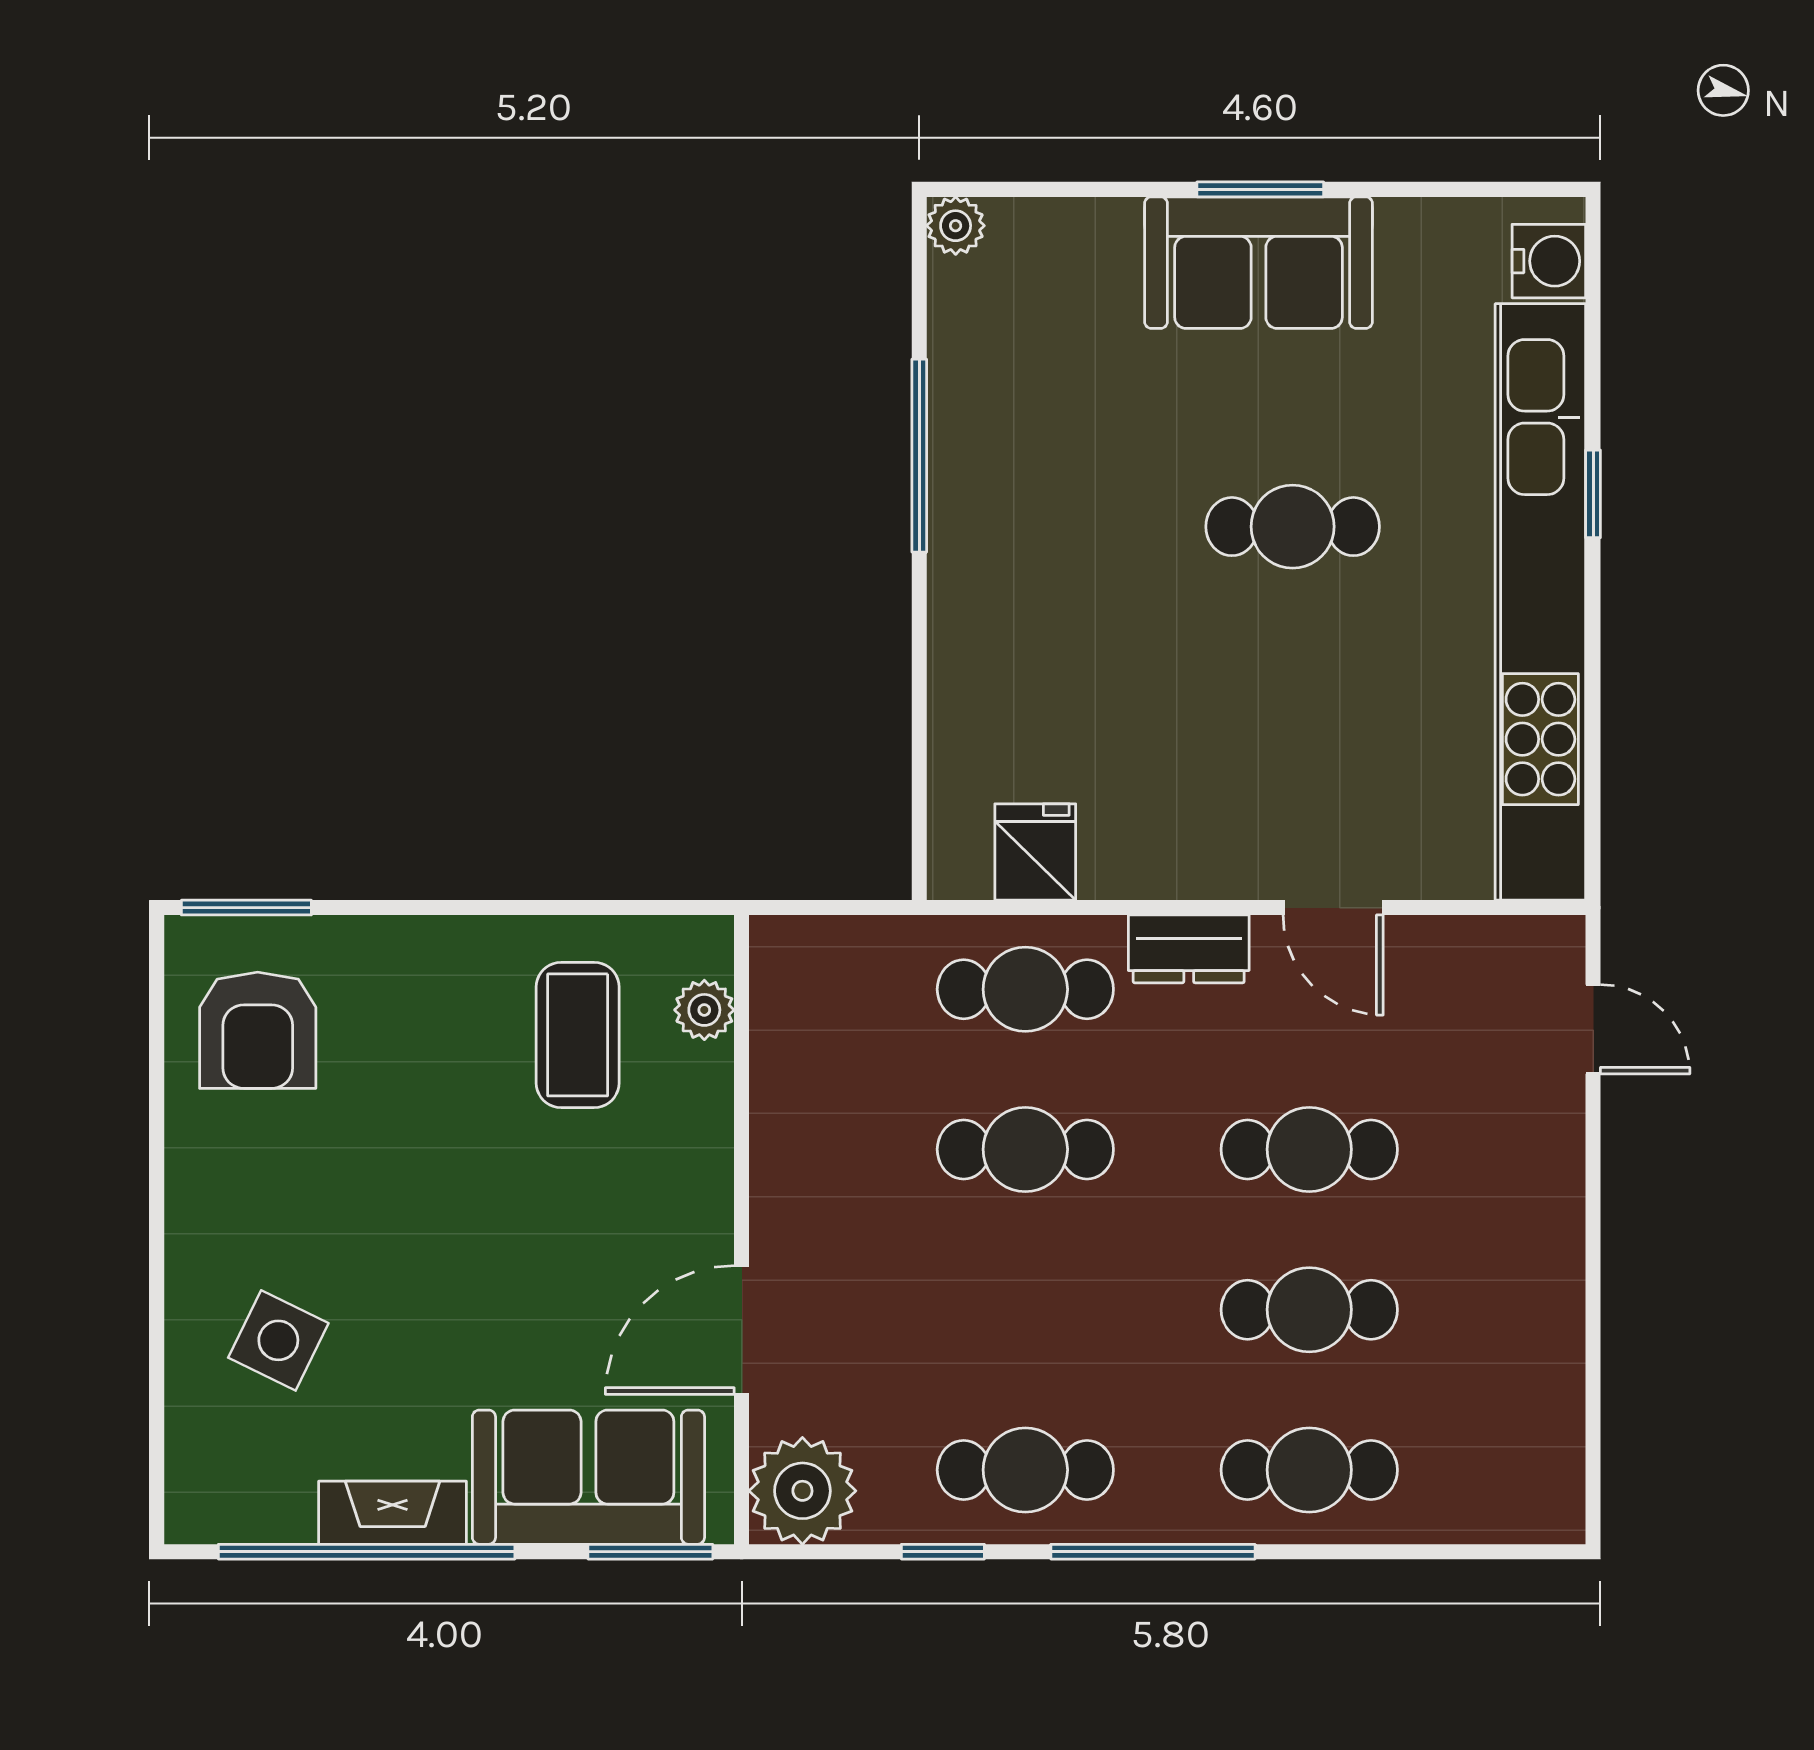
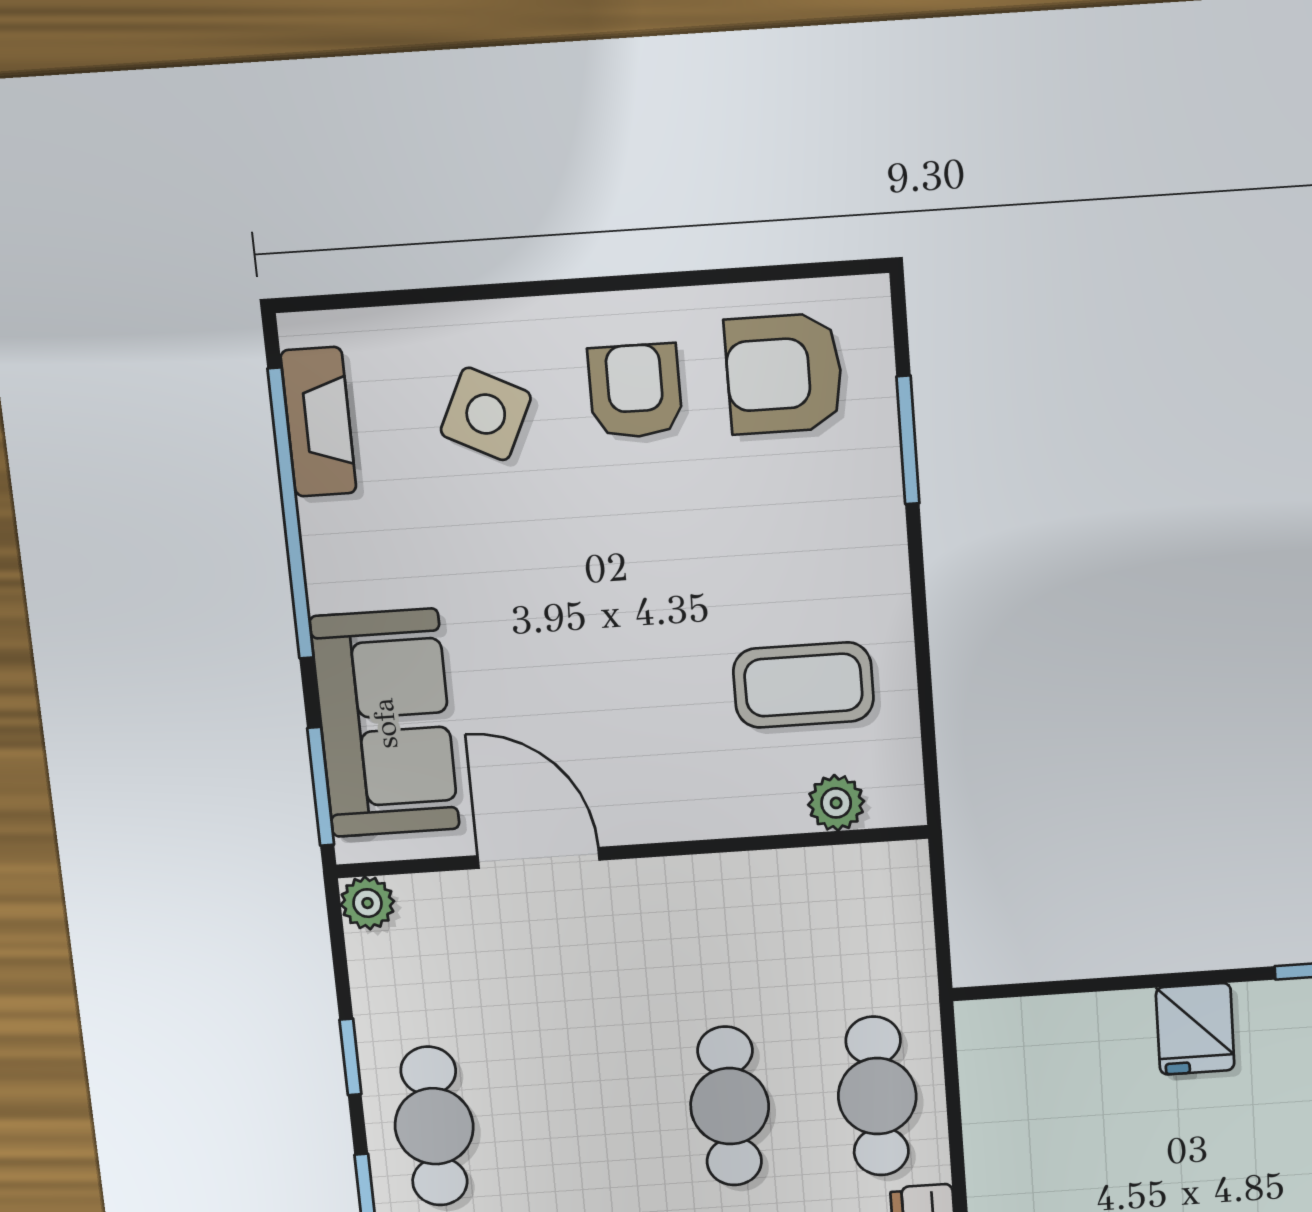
fridge: (1035, 852) -> (1195, 1029), moved, turned 90
window: (246, 908) -> (908, 440), moved
armchair: (265, 1185) -> (635, 391), added
plant: (802, 1491) -> (367, 903), width x0.53, depth x0.53
fireplace: (393, 1513) -> (319, 422), moved

